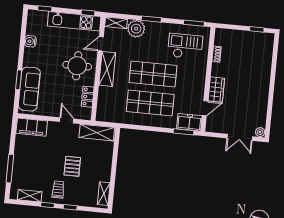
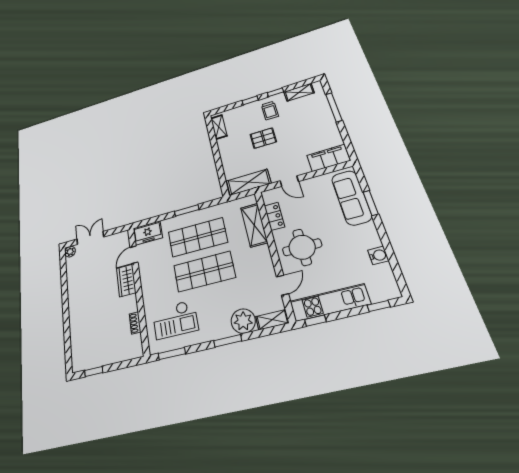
shelving: (107, 69) -> (254, 225), moved
window: (184, 132) -> (187, 210), moved
pallet: (72, 166) -> (263, 138), turned 90

